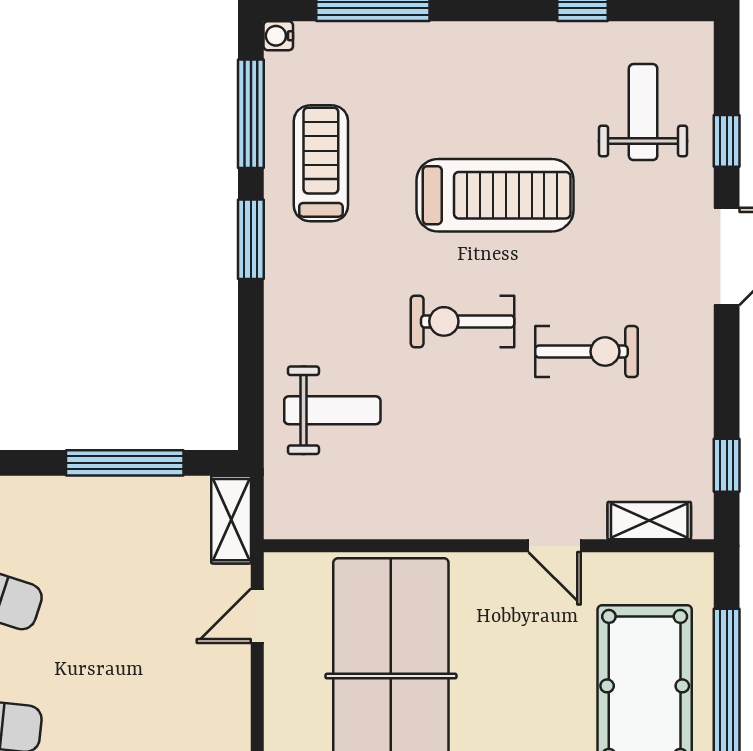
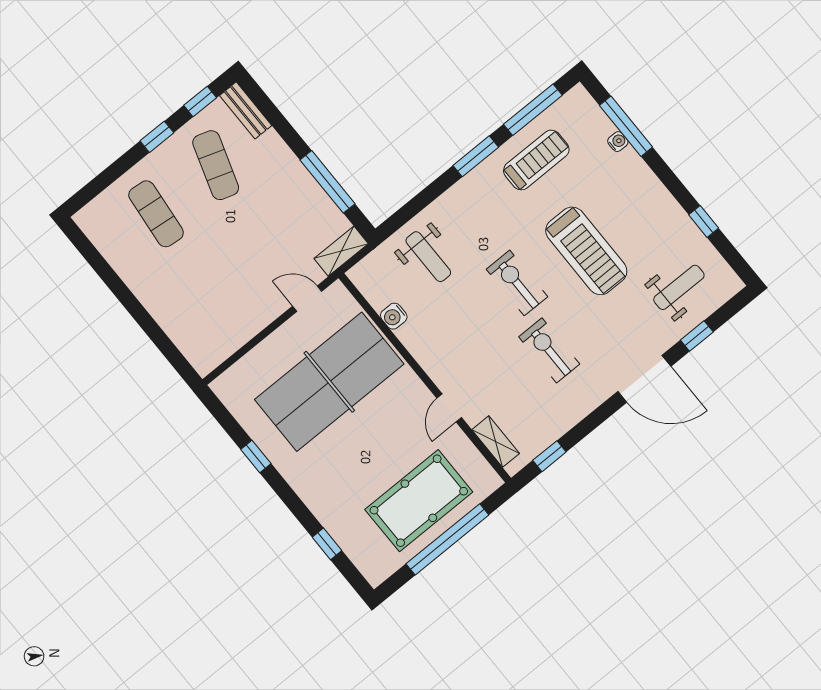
water cooler: (278, 36) -> (618, 142), moved, turned 90
exercise bike: (587, 352) -> (549, 350), turned 180
water cooler: (374, 520) -> (394, 316), added

